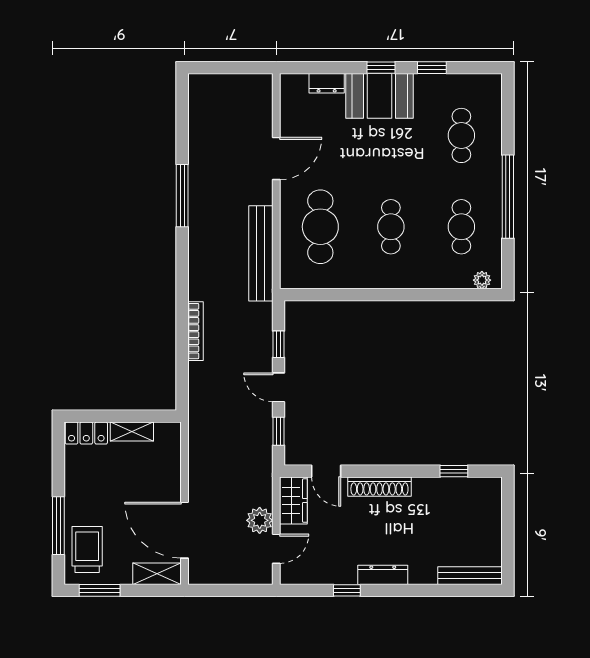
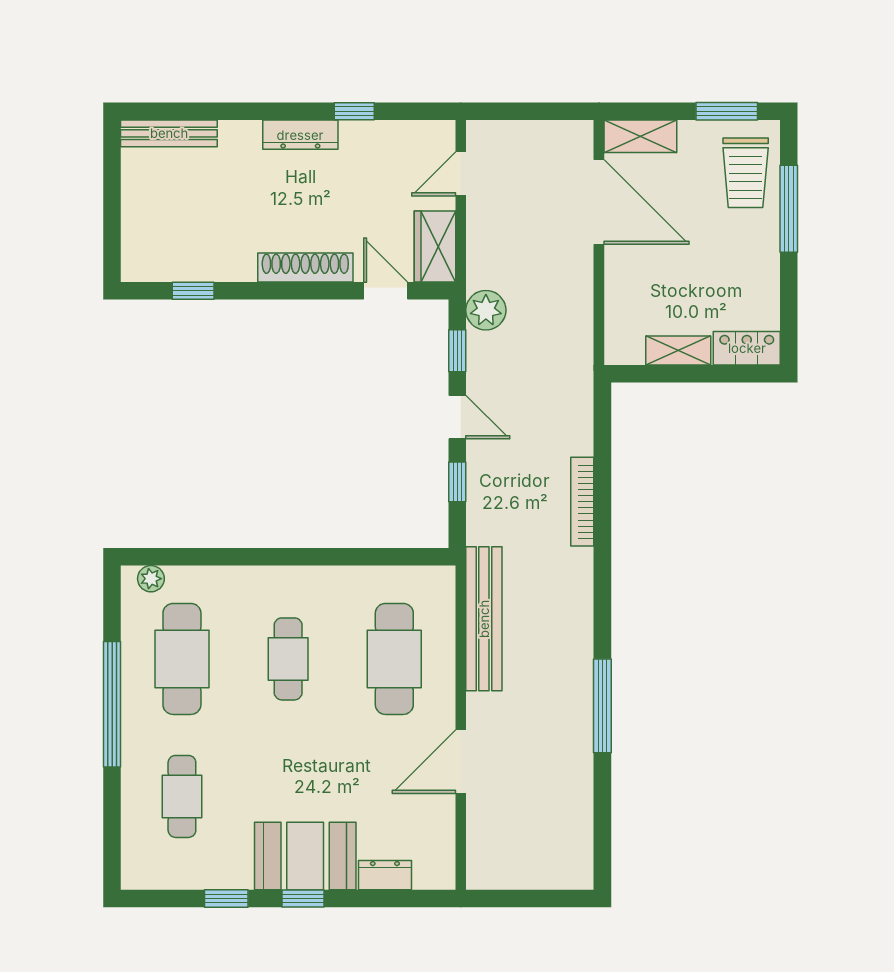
cafe table: (461, 227) -> (182, 659), width x1.37, depth x1.35
plant: (260, 520) -> (486, 310), moved

